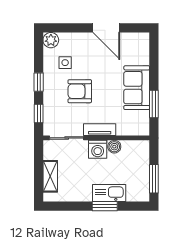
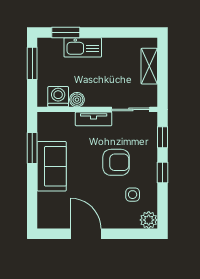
washing machine: (98, 149) -> (58, 97), moved
window: (105, 206) -> (66, 32), moved

